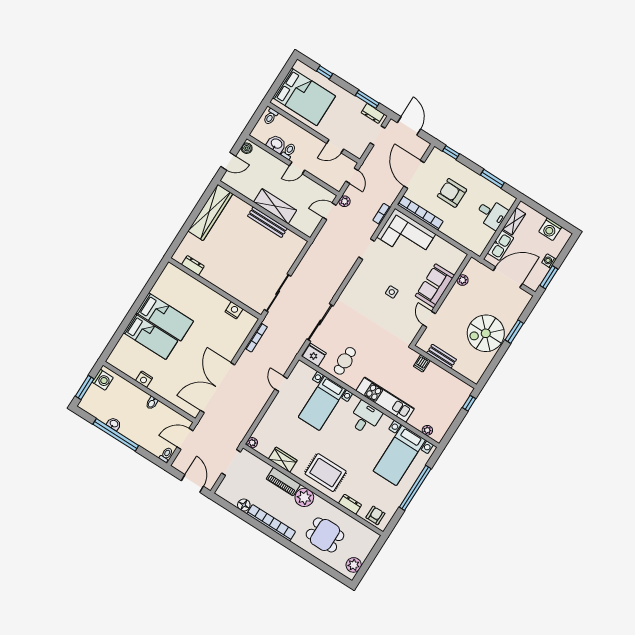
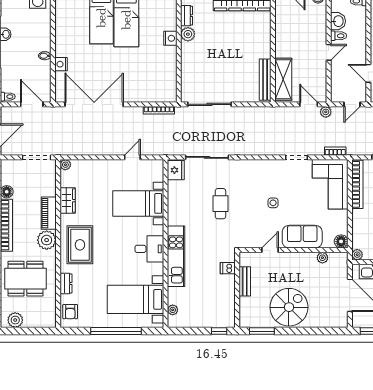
door: (297, 168) -> (329, 52), swing flipped
shelving: (275, 206) -> (283, 79), moved
bench: (267, 222) -> (265, 80), moved
plant: (478, 250) -> (357, 255), added
floor lamp: (459, 256) -> (341, 241), added
plant: (209, 274) -> (188, 34), added
nightstand: (234, 310) -> (170, 38), moved
window: (514, 332) -> (262, 331), moved
spiral stairs: (486, 333) -> (289, 307), turned 90
cafe table: (345, 361) -> (220, 204), moved, turned 90
nightstand: (144, 379) -> (61, 64), moved
armchair: (375, 515) -> (70, 312), turned 90
dining table: (325, 535) -> (25, 279), width x1.38

